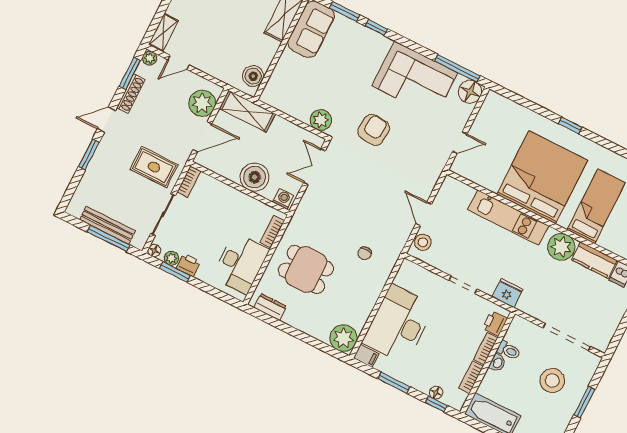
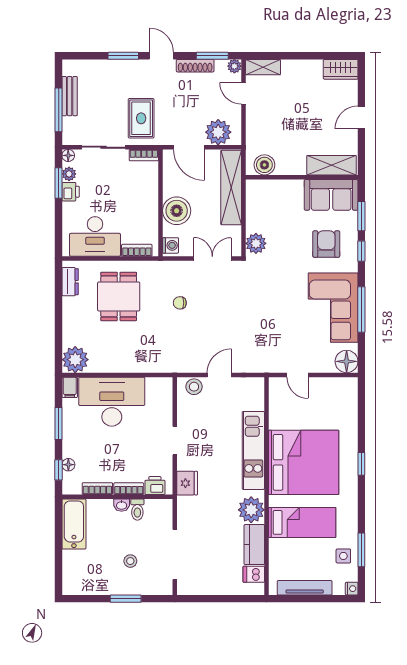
window: (457, 68) -> (361, 310), moved
shelving: (248, 111) -> (231, 187), width x1.47
armchair: (374, 130) -> (326, 244), moved, turned -95
bench: (107, 225) -> (70, 96), width x0.73
chair: (365, 253) -> (180, 303), moved
stool: (552, 381) -> (130, 561), width x0.53, depth x0.53

